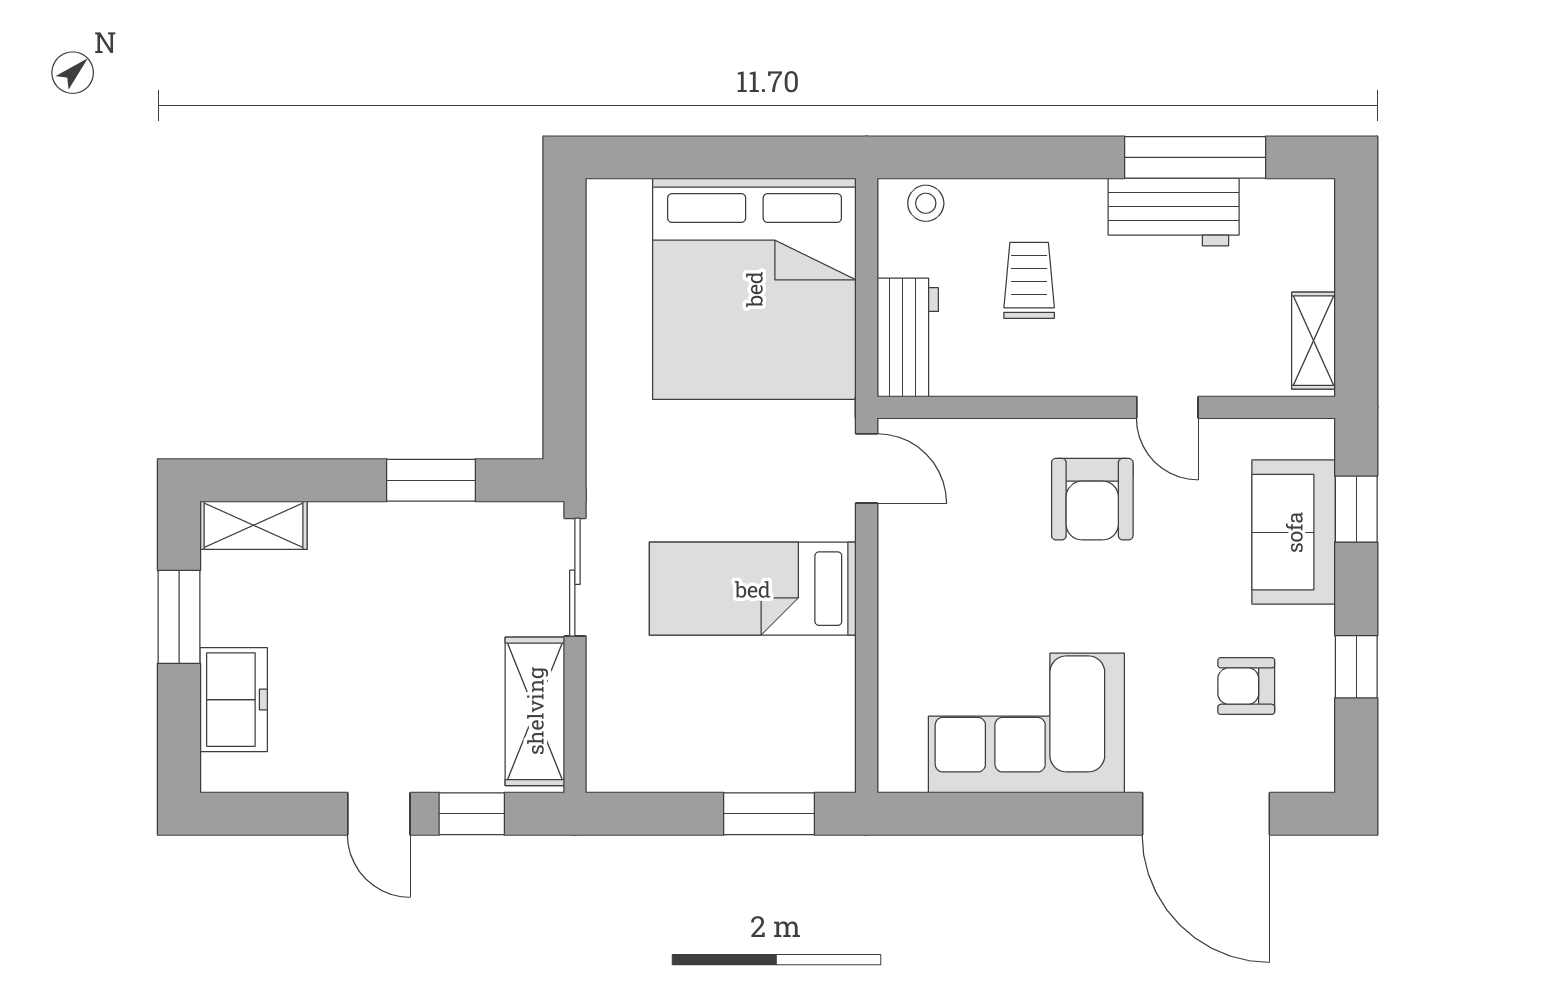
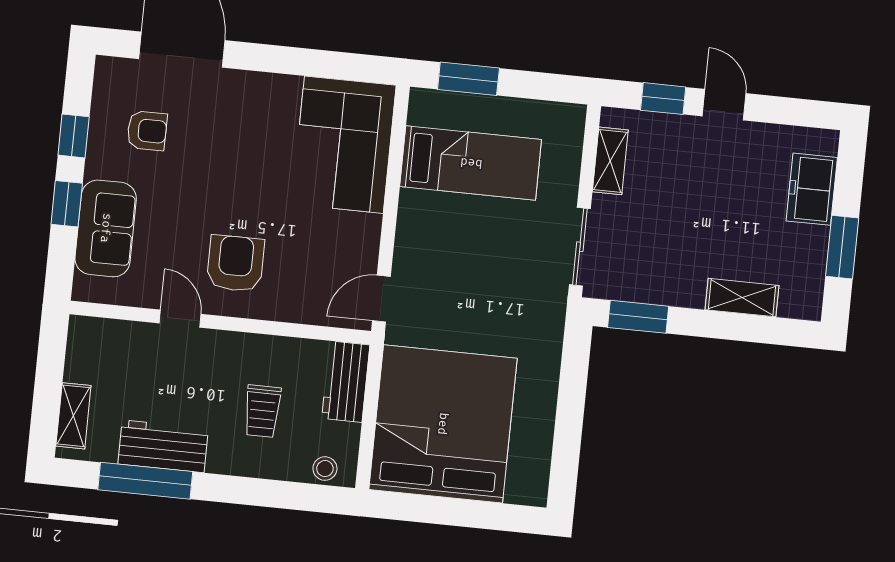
shelving: (1314, 341) -> (73, 416), moved
door: (867, 468) -> (381, 299), hinge flipped
window: (431, 480) -> (638, 317), moved
window: (1356, 509) -> (67, 204), moved
shelving: (254, 525) -> (742, 298), moved
bed: (753, 589) -> (471, 163), moved
shelving: (535, 711) -> (610, 161), width x0.67, depth x0.75
corner sofa: (1026, 723) -> (344, 145), moved, turned 90

